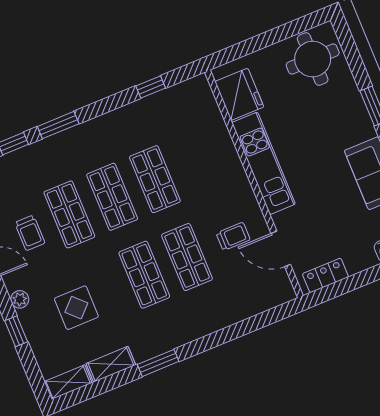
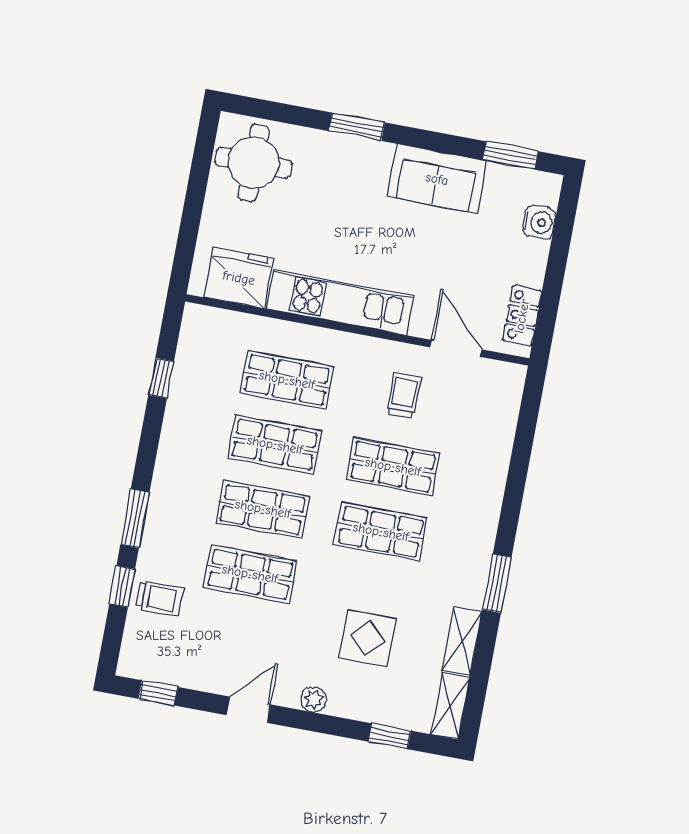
shop shelf: (198, 162) -> (287, 380), added
trolley: (30, 233) -> (159, 598), moved
door: (281, 249) -> (456, 348), swing flipped
window: (16, 331) -> (389, 736), moved

